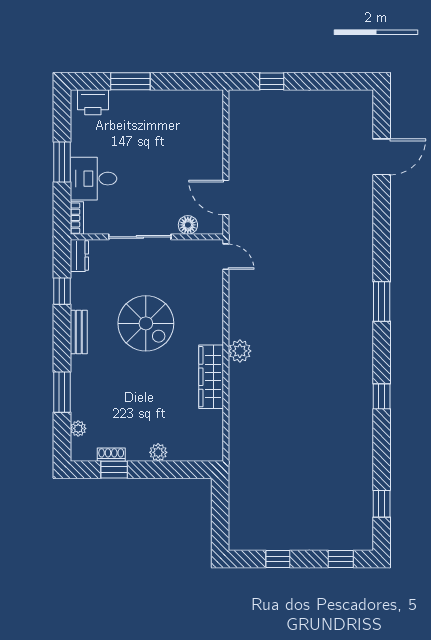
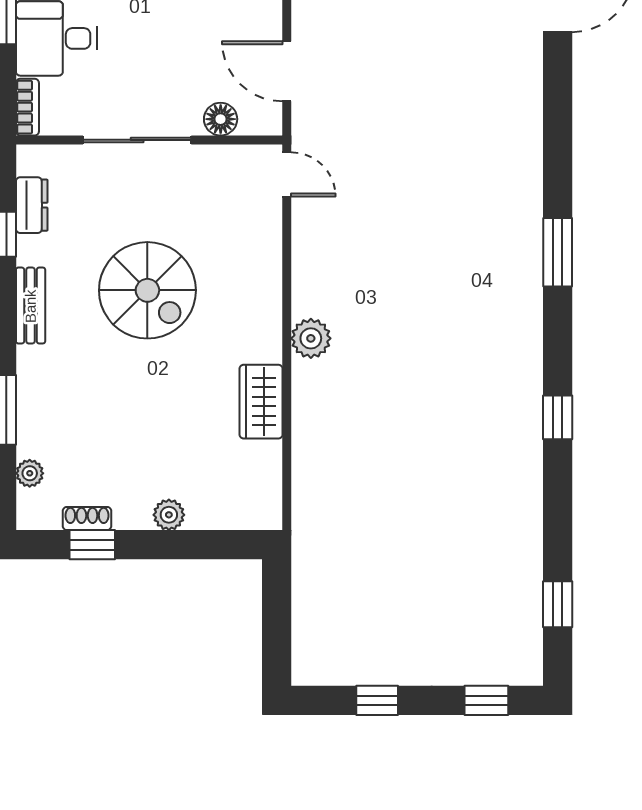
dresser: (79, 256) -> (32, 205), moved
wardrobe: (211, 377) -> (261, 402), width x0.67

